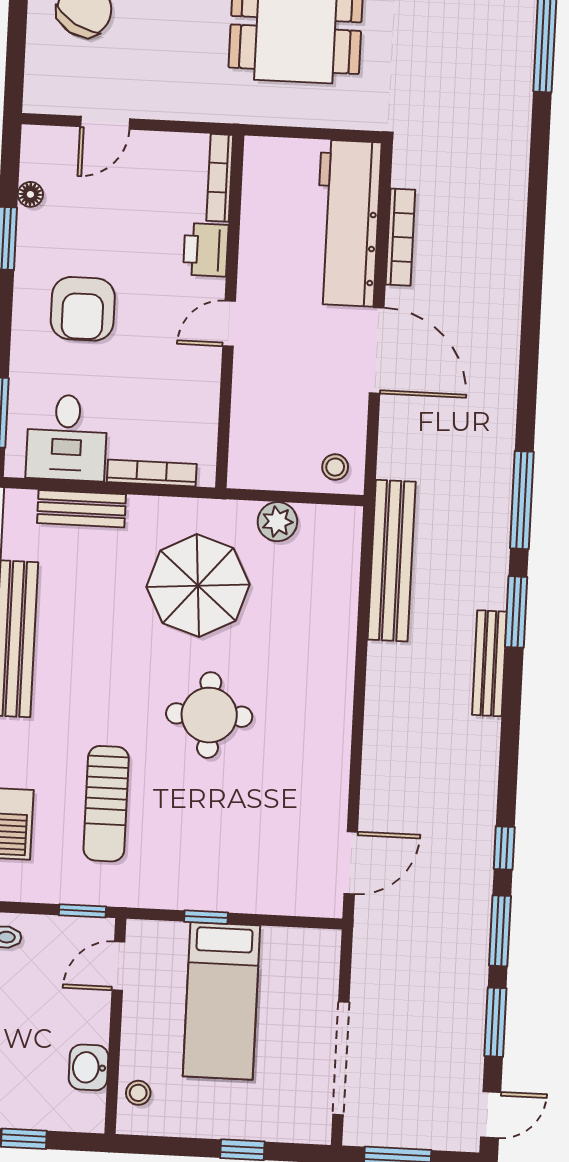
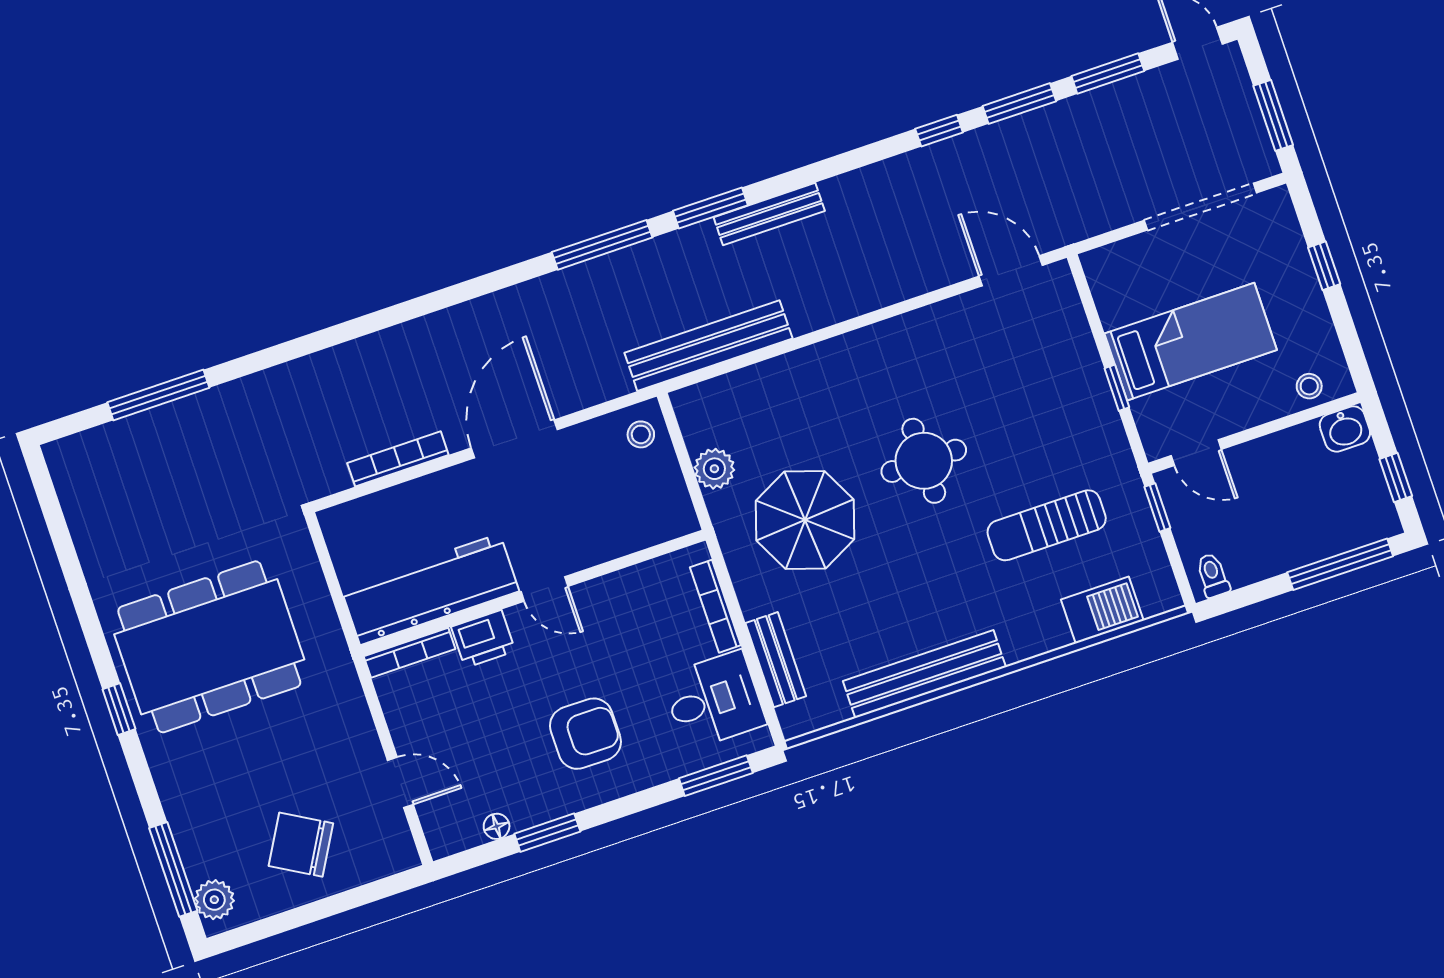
workbench: (348, 223) -> (430, 589), moved, turned 180
sun lounger: (106, 804) -> (1047, 525), turned 180
washbasin: (89, 1067) -> (1345, 429), moved

